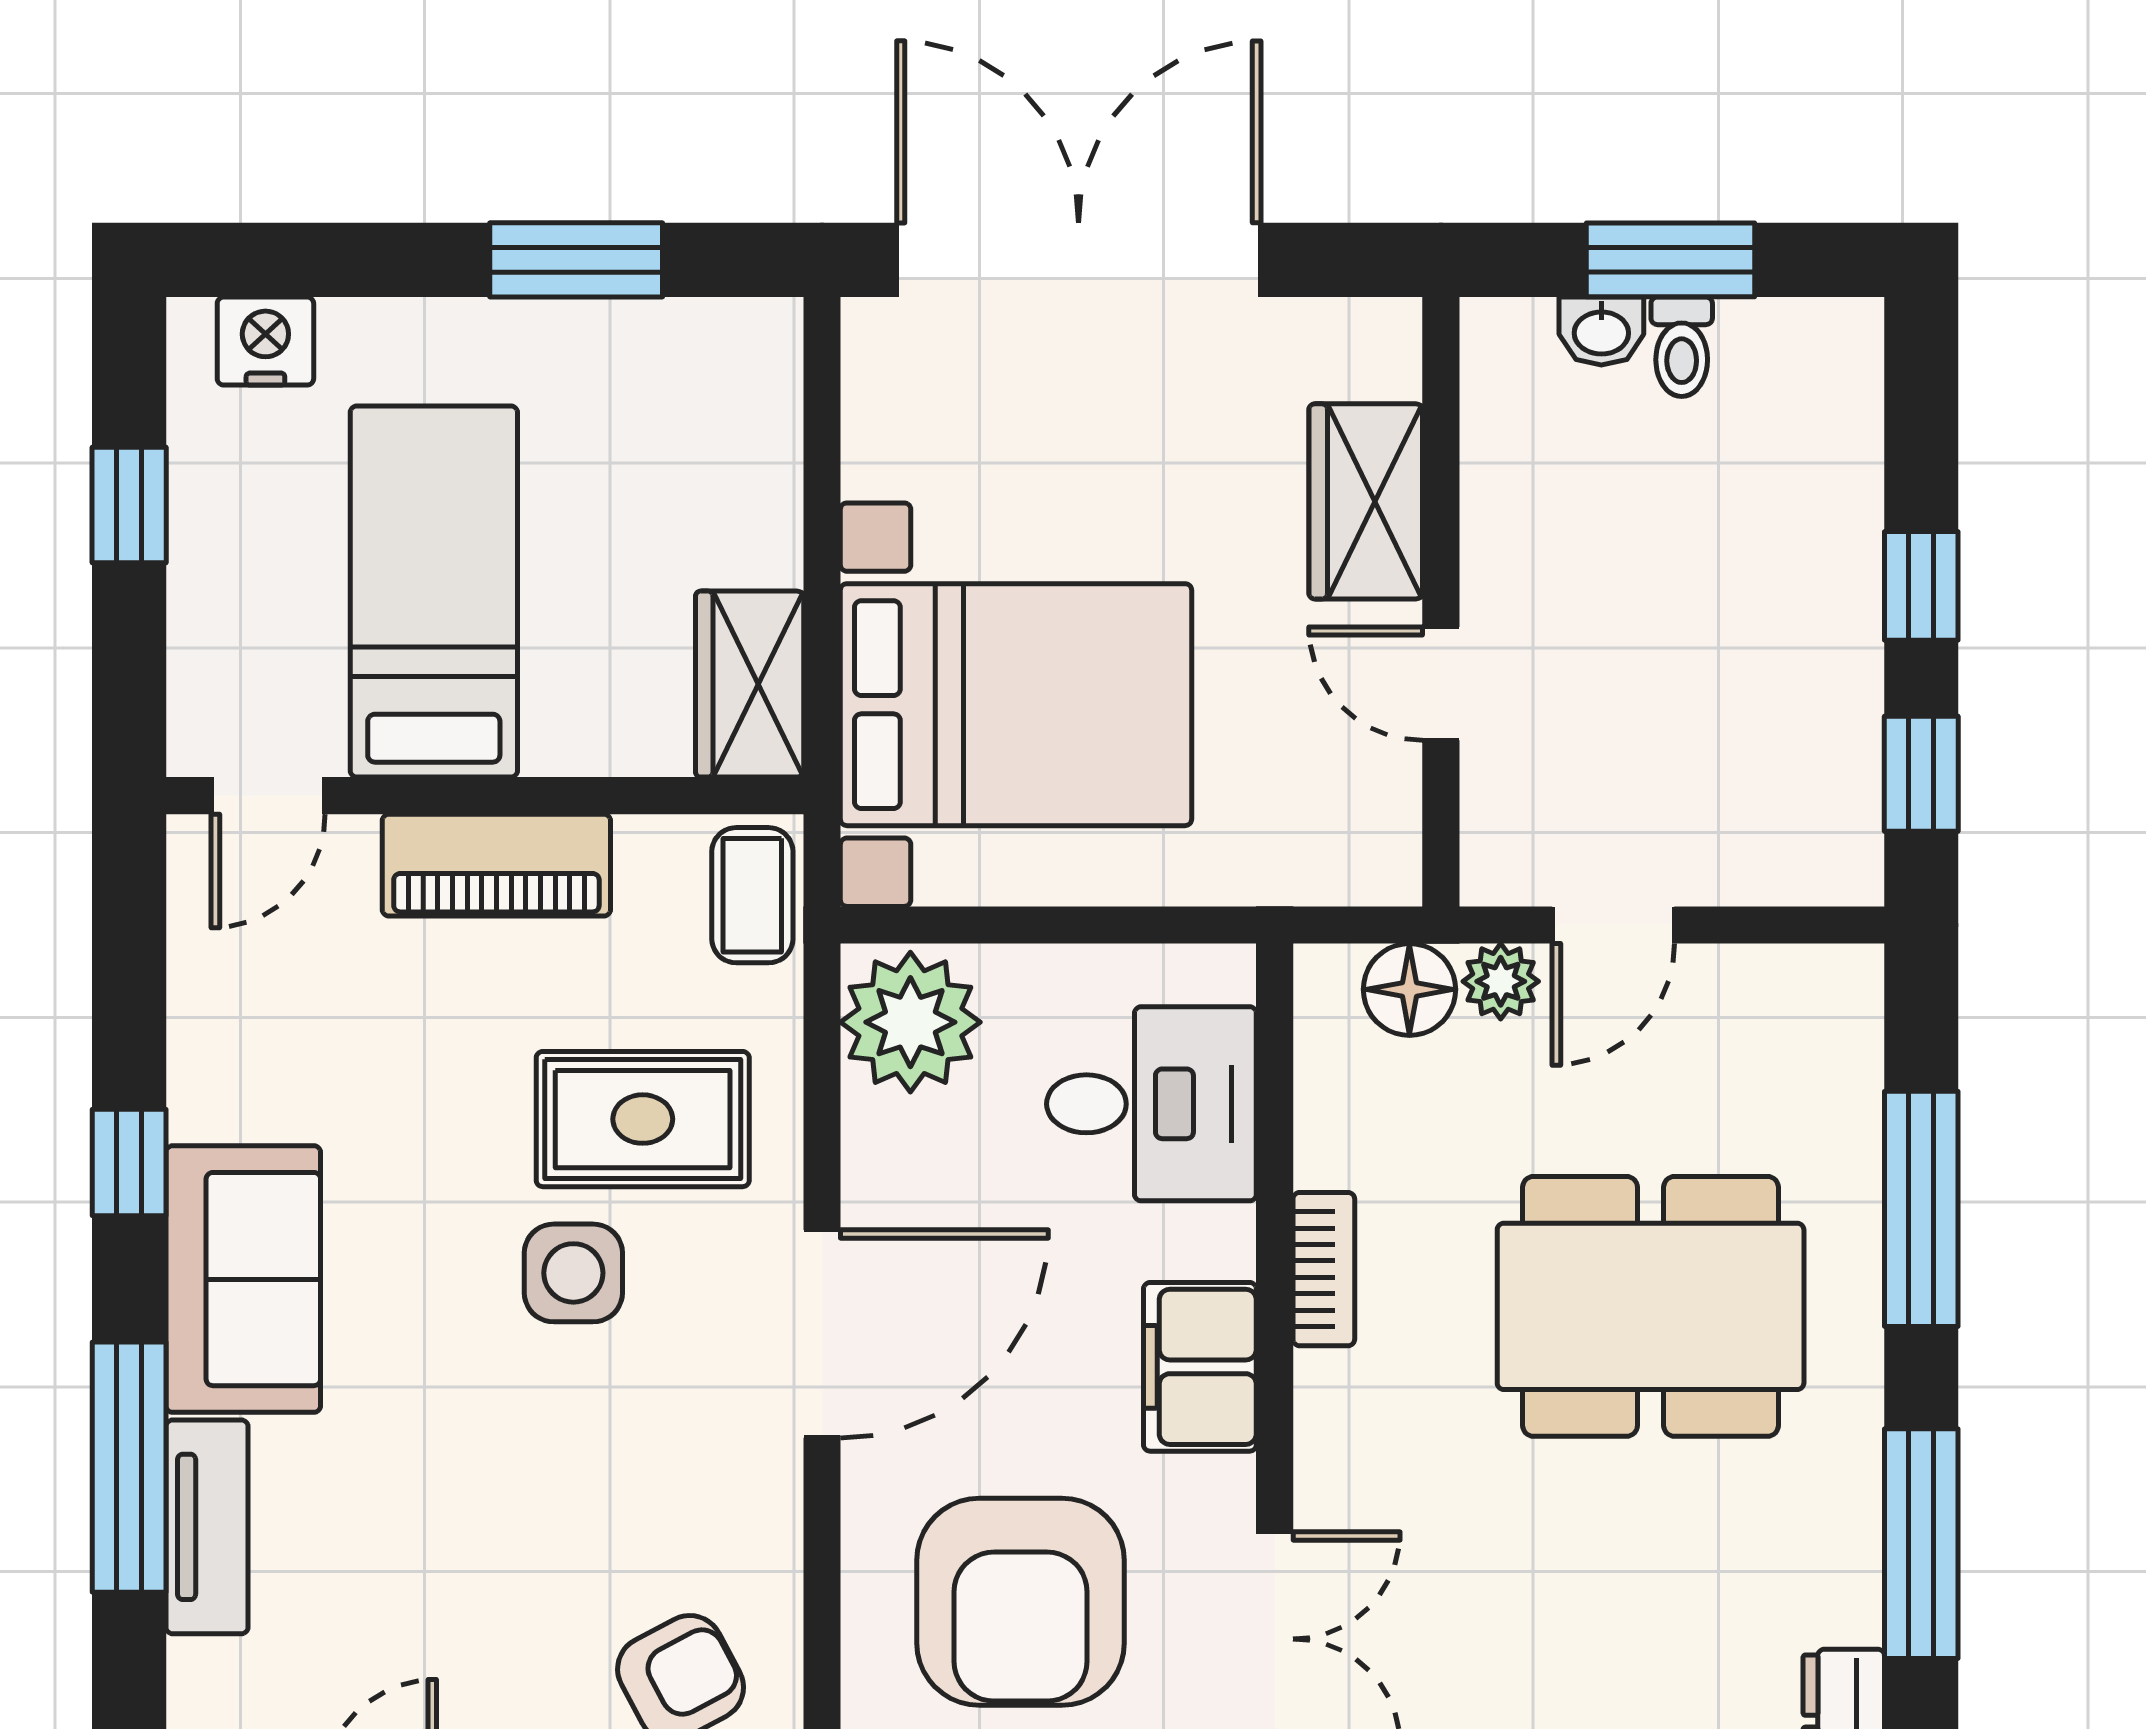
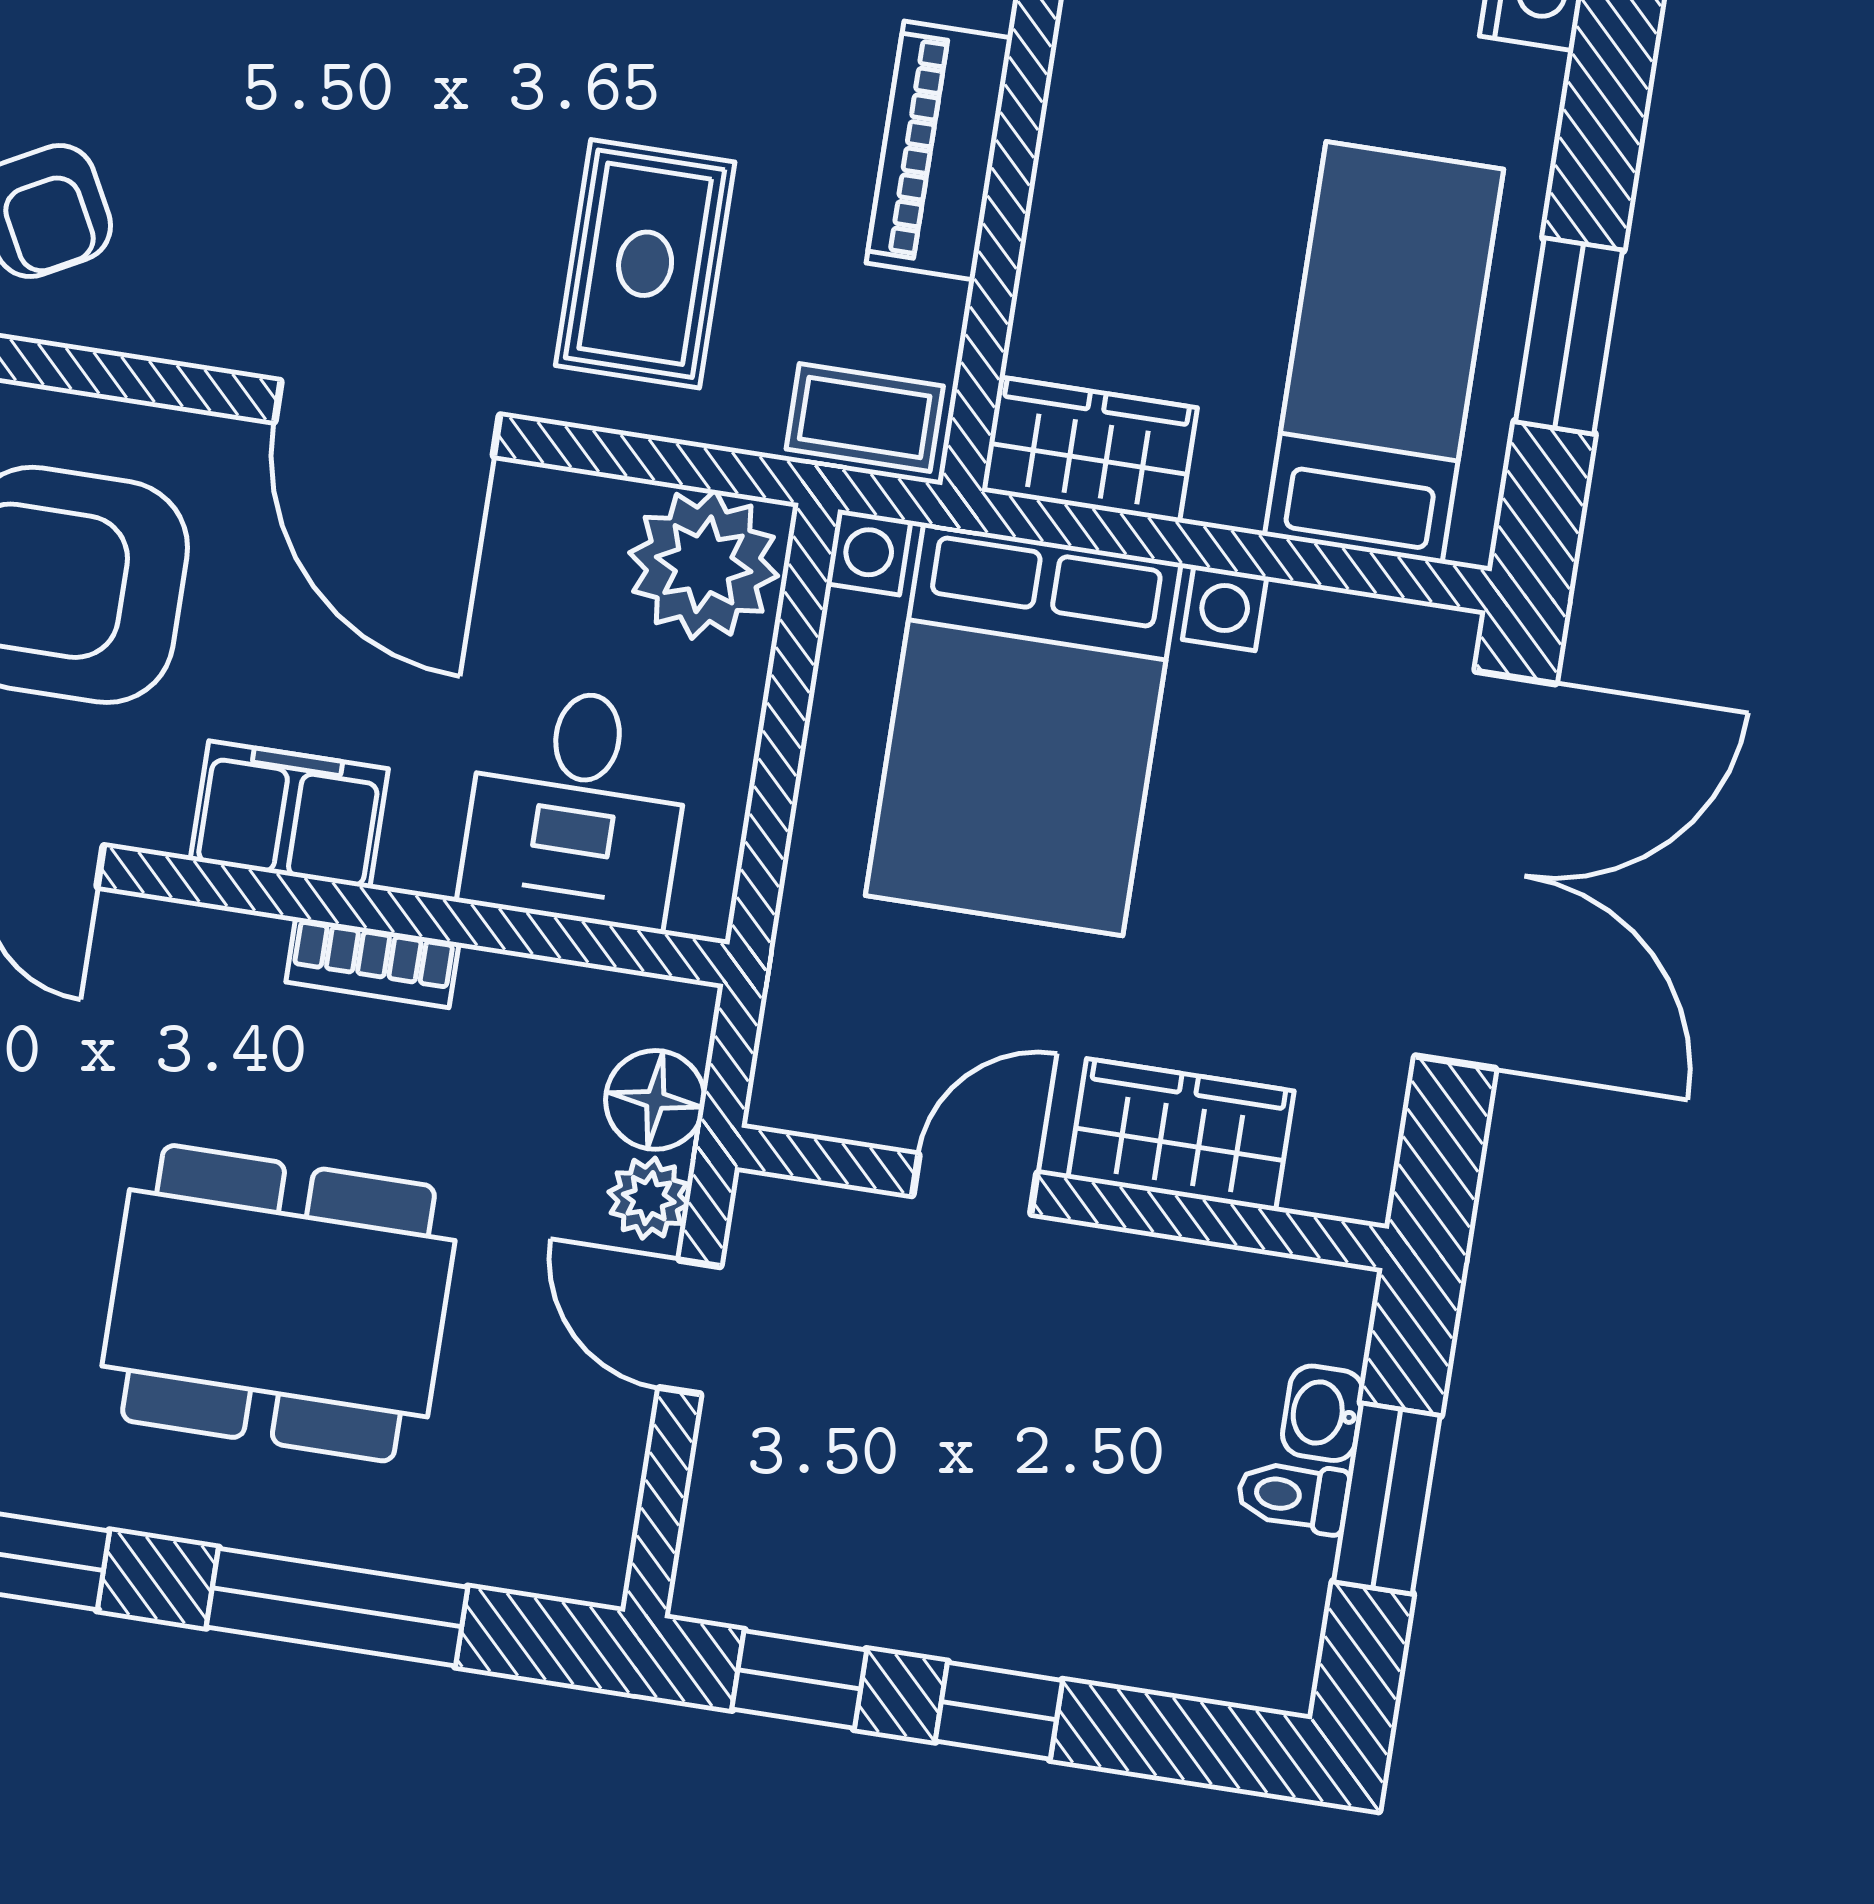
bed: (434, 592) -> (1384, 352), moved, turned -90
side table: (573, 1273) -> (493, 165), removed
dining table: (1651, 1306) -> (278, 1303), turned 90

